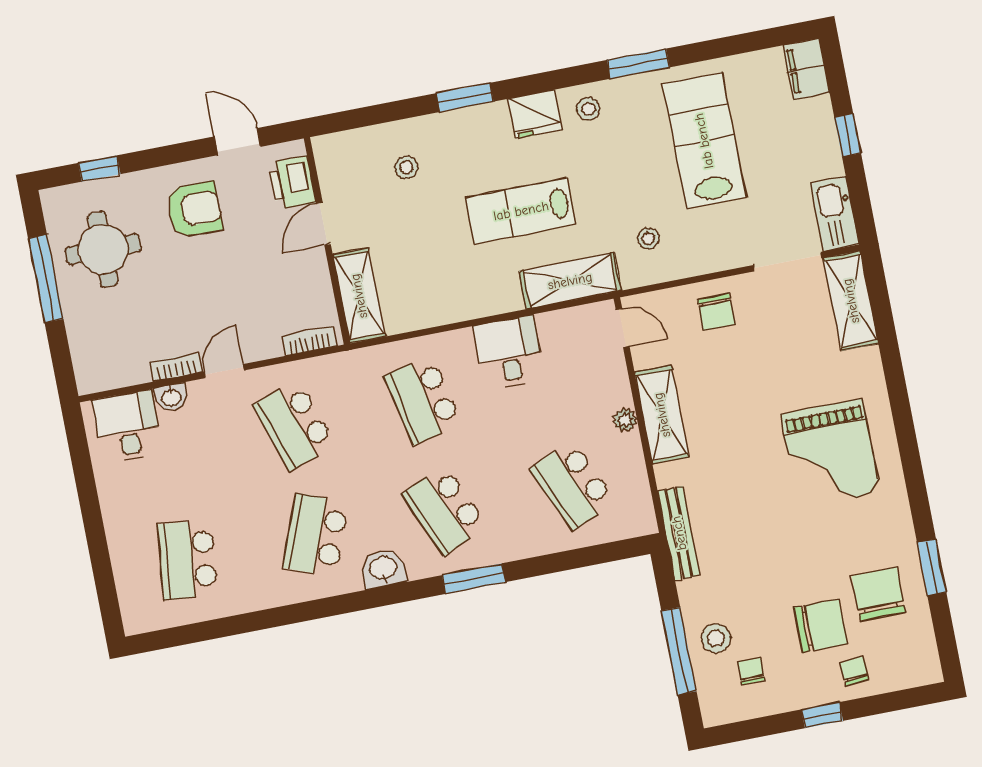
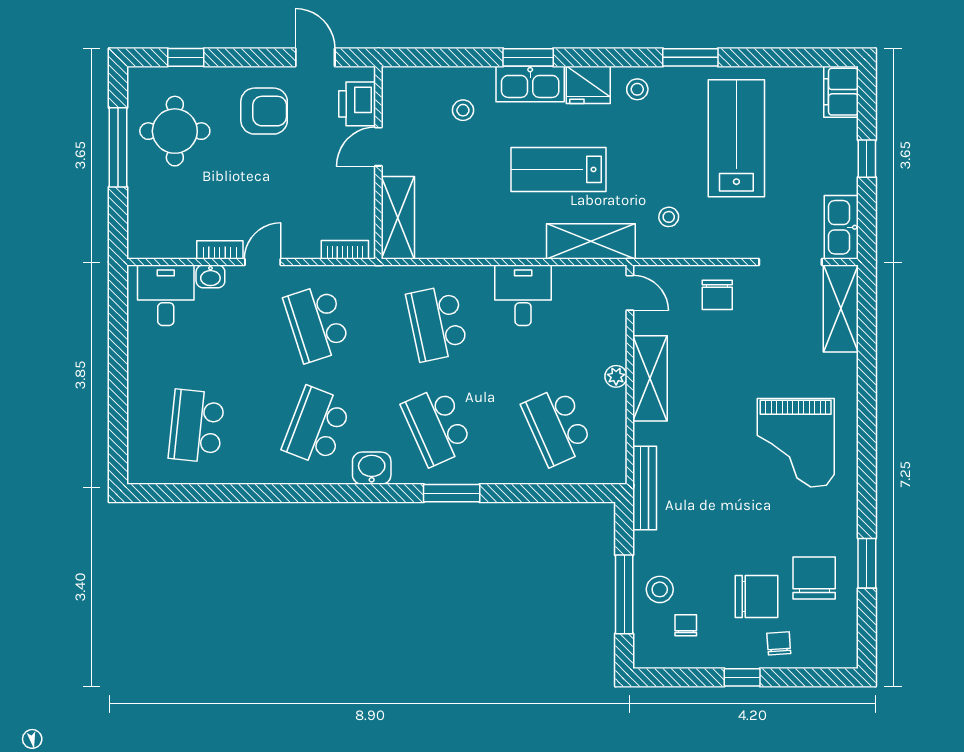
kitchen sink: (473, 125) -> (530, 84), added

